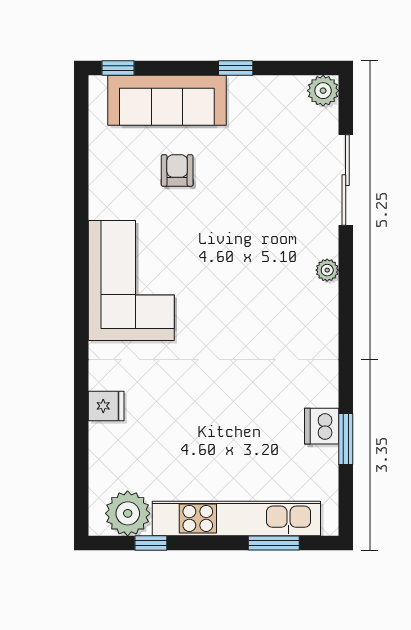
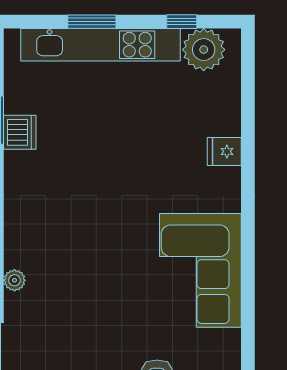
window: (274, 543) -> (92, 22), moved

